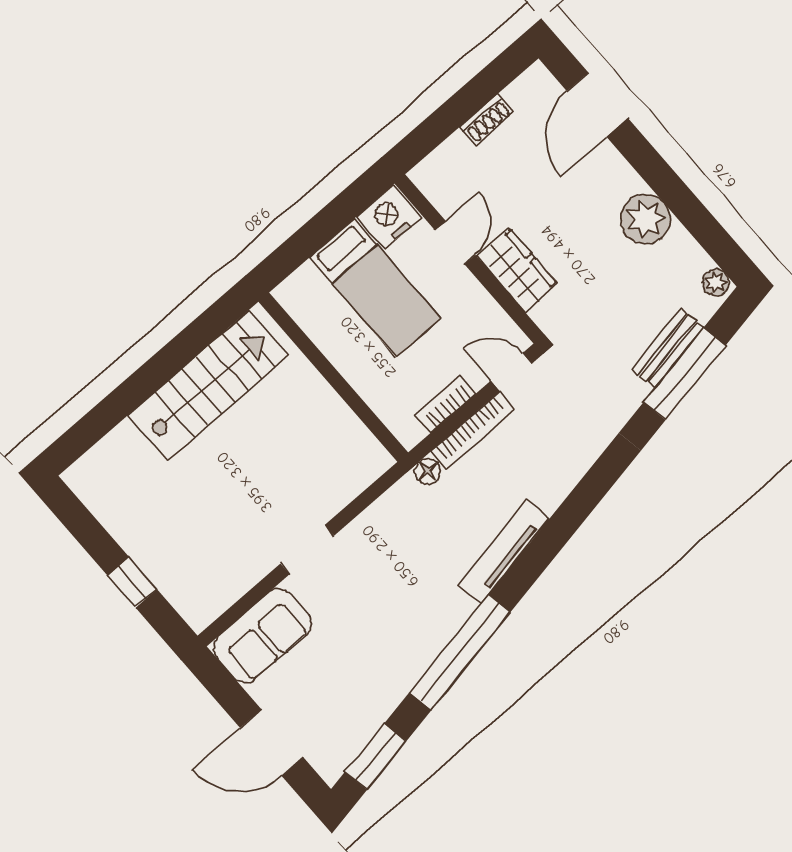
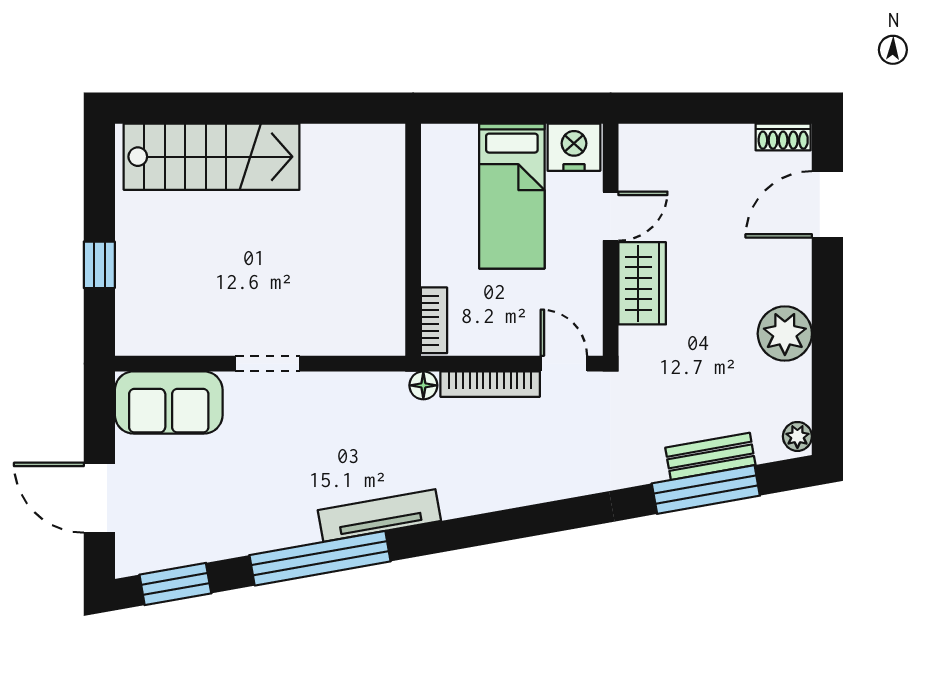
shoe rack: (487, 120) -> (783, 137), moved
stairs: (208, 385) -> (212, 157), moved
bookcase: (446, 404) -> (434, 320), moved, turned 90
tv unit: (504, 552) -> (379, 515), moved

